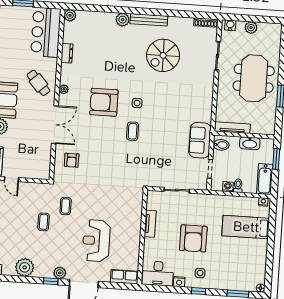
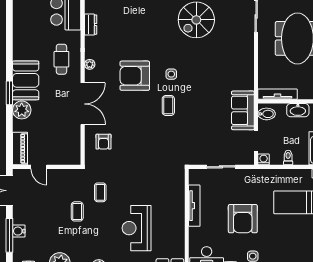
cafe table: (38, 83) -> (61, 59), turned 42
washing machine: (228, 187) -> (264, 159), moved
tv unit: (150, 224) -> (194, 206), width x1.41

